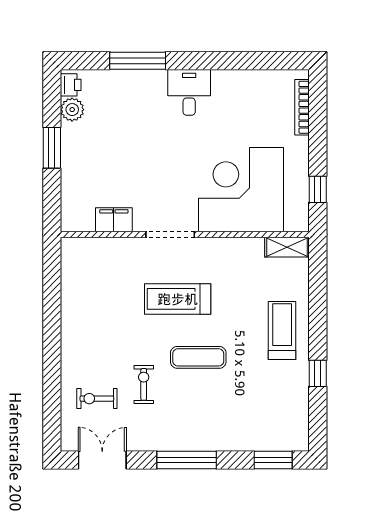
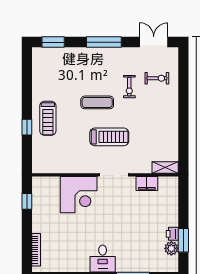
printer: (71, 85) -> (172, 234), moved
window: (52, 148) -> (183, 240), moved
corner desk: (241, 190) -> (79, 195), width x0.74, depth x0.74
shelving: (287, 247) -> (165, 167), moved
window: (318, 373) -> (27, 127), moved
double door: (102, 460) -> (154, 42), swing flipped

